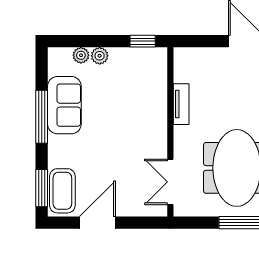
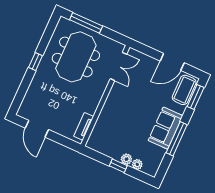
window: (143, 41) -> (118, 166), moved
tv unit: (181, 104) -> (84, 126), moved
sofa: (64, 105) -> (165, 128), moved

